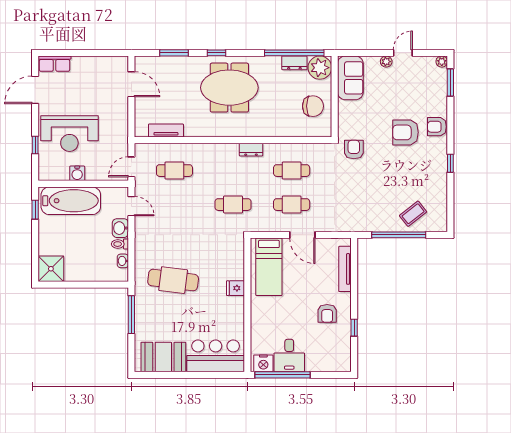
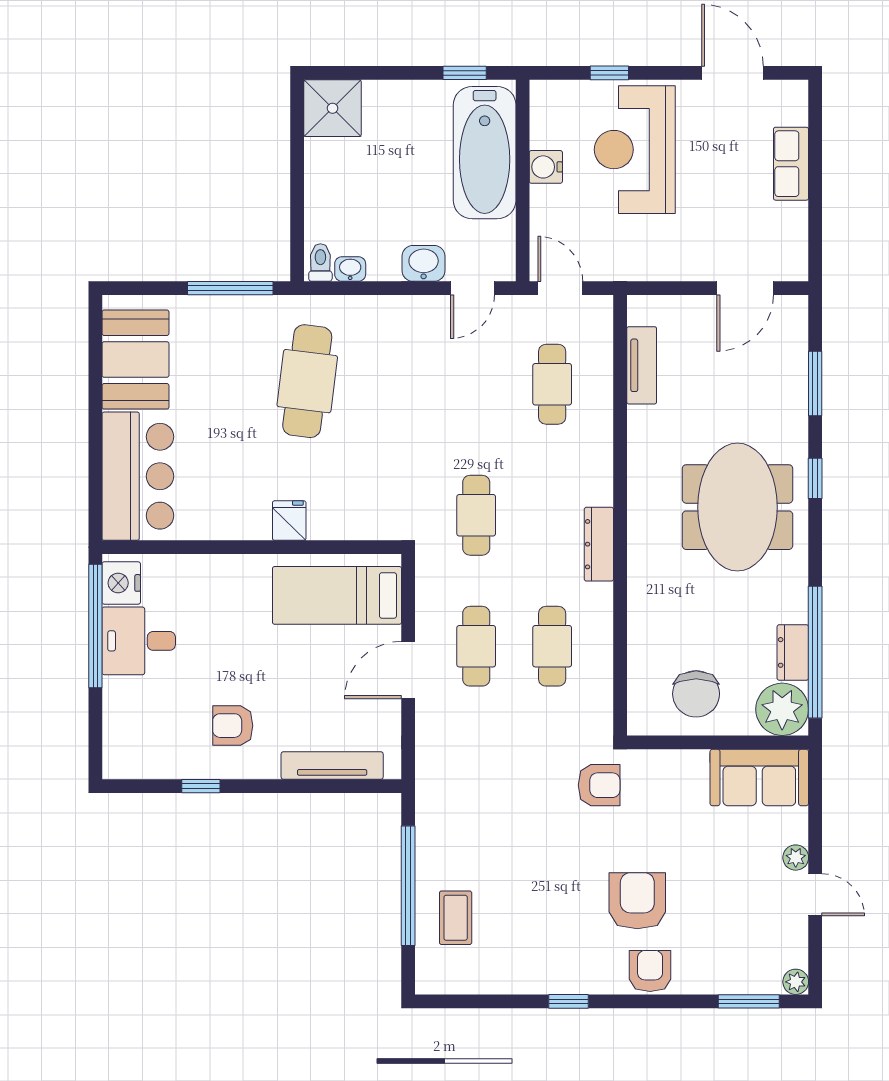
row of seats: (54, 64) -> (791, 164), moved
dresser: (251, 150) -> (599, 544), width x1.44
coffee table: (413, 214) -> (456, 918), turned 38
toilet: (120, 244) -> (320, 262), moved

